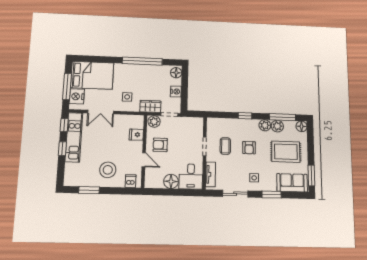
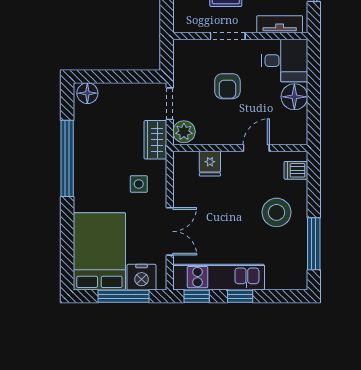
nightstand: (176, 91) -> (124, 93), removed
armchair: (160, 145) -> (227, 86), moved
window: (89, 190) -> (314, 244), width x1.44

